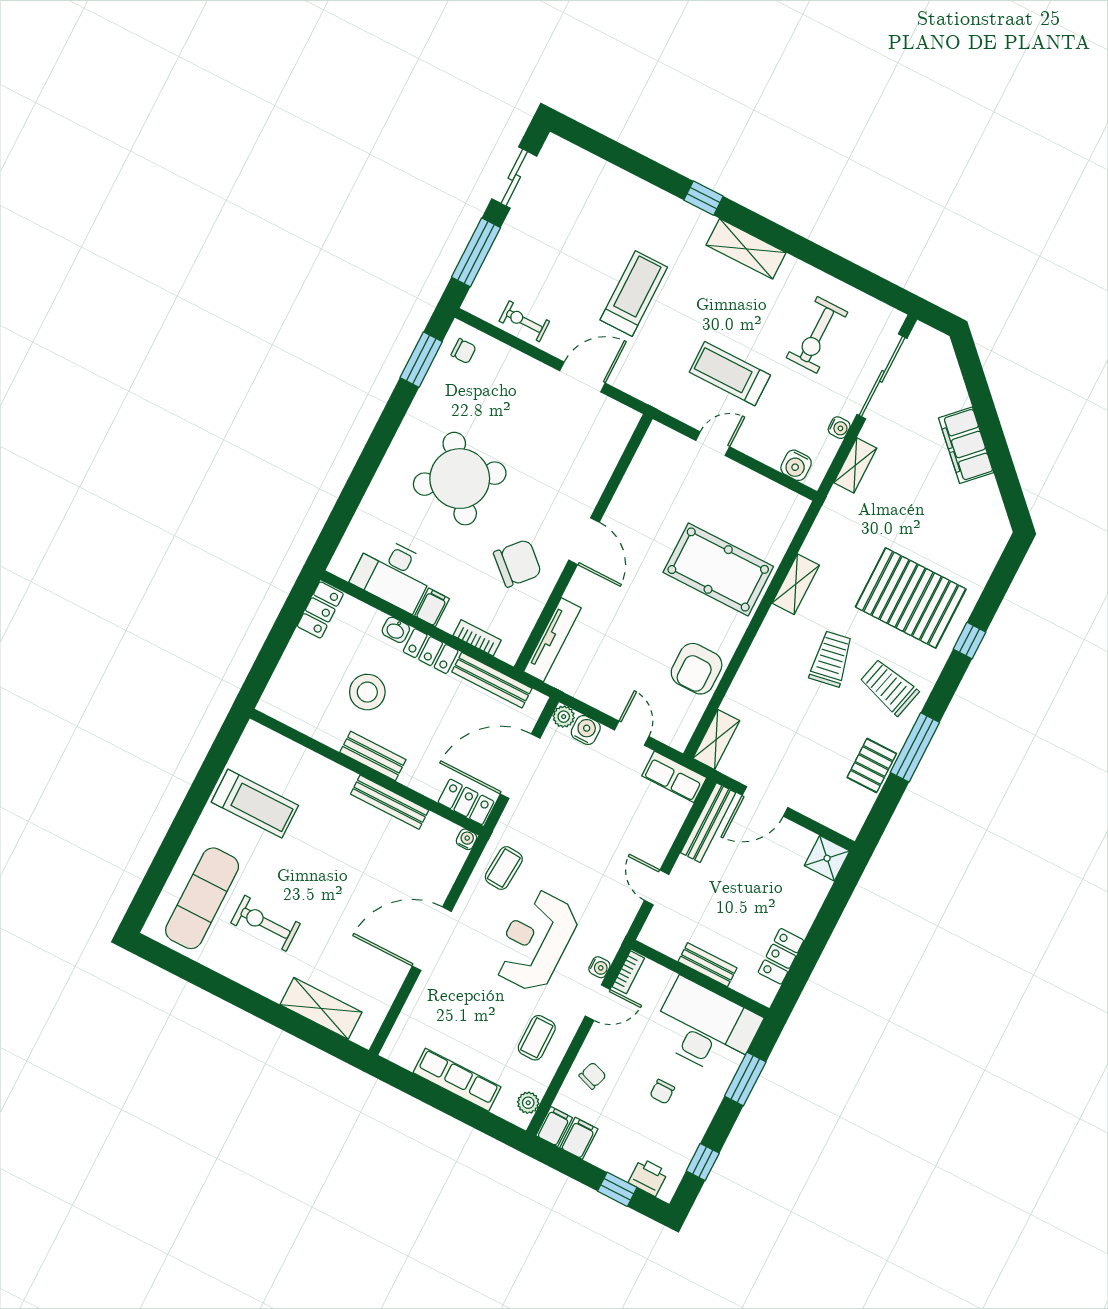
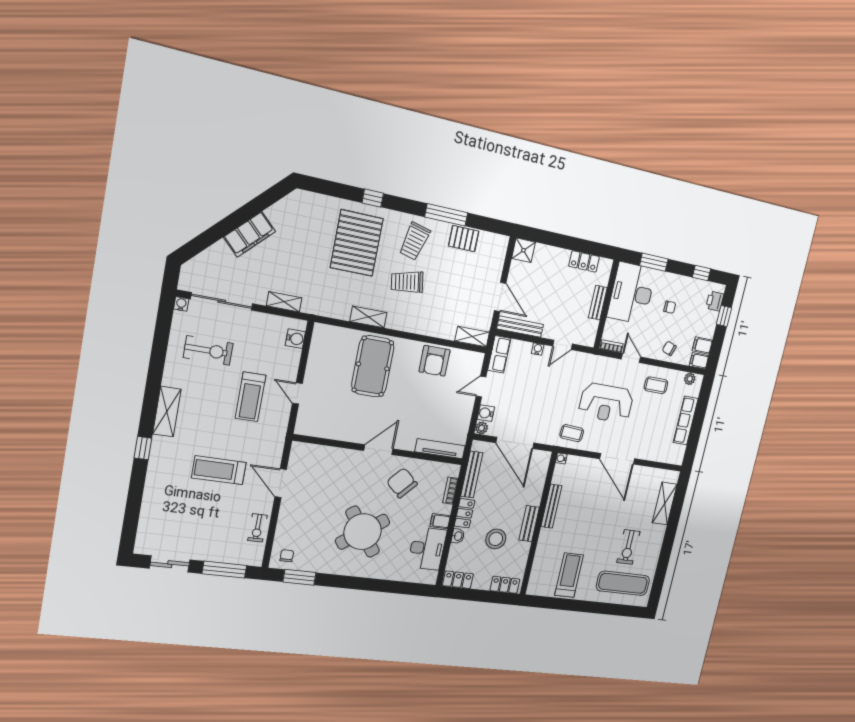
water cooler: (839, 428) -> (181, 304), moved
armchair: (697, 669) -> (435, 361), turned 90
locker: (466, 802) -> (505, 585), moved, turned 90
water cooler: (599, 967) -> (538, 349), moved

